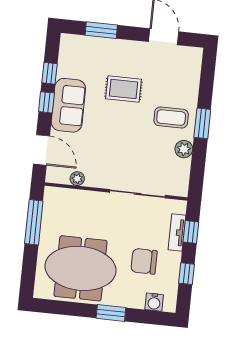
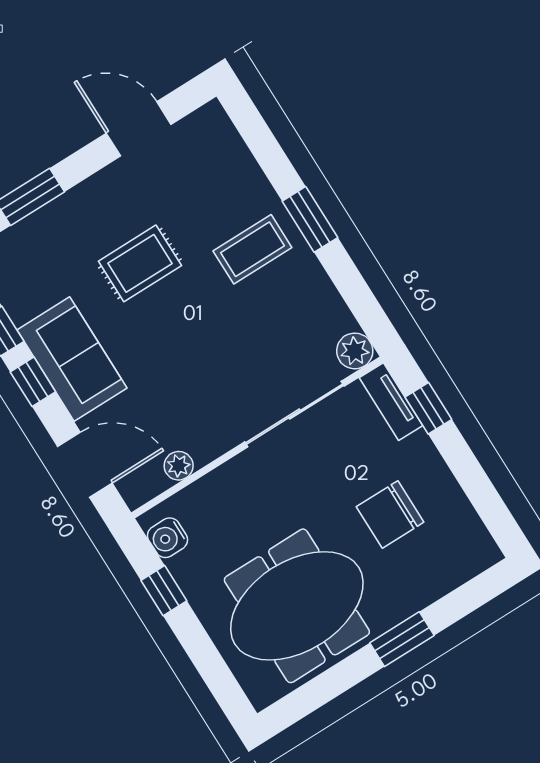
plant: (184, 149) -> (355, 351), moved
window: (34, 222) -> (164, 591), width x0.46
tv unit: (177, 232) -> (391, 402), moved
window: (186, 274) -> (474, 481), removed
water cooler: (154, 302) -> (168, 538), moved, turned 90

